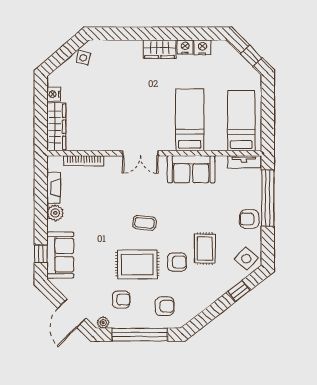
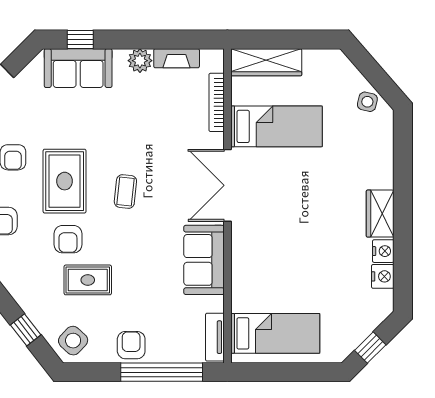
nightstand: (54, 94) -> (314, 58), removed
bed: (190, 120) -> (276, 126), moved
double door: (140, 153) -> (227, 185), width x1.37

